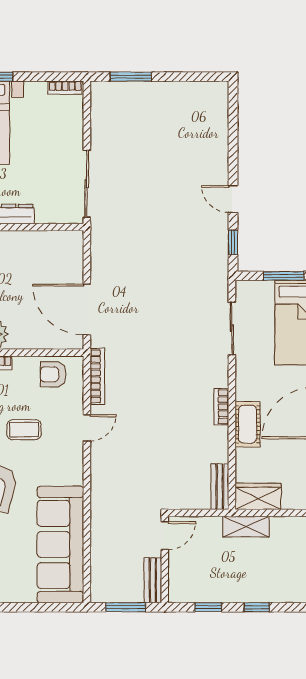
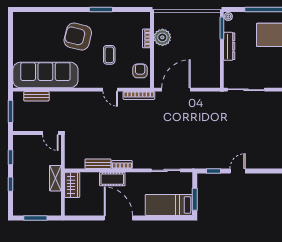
bench: (220, 487) -> (98, 164), moved
bench: (153, 580) -> (36, 96), moved

